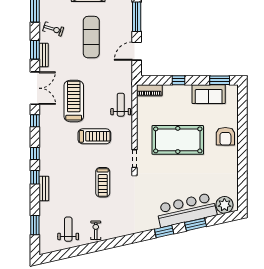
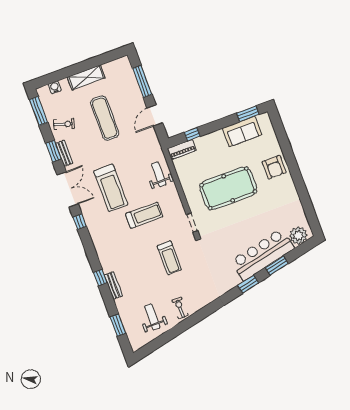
window: (178, 80) -> (192, 134), moved
treadmill: (74, 101) -> (111, 188), turned 180
window: (35, 154) -> (92, 254), removed

